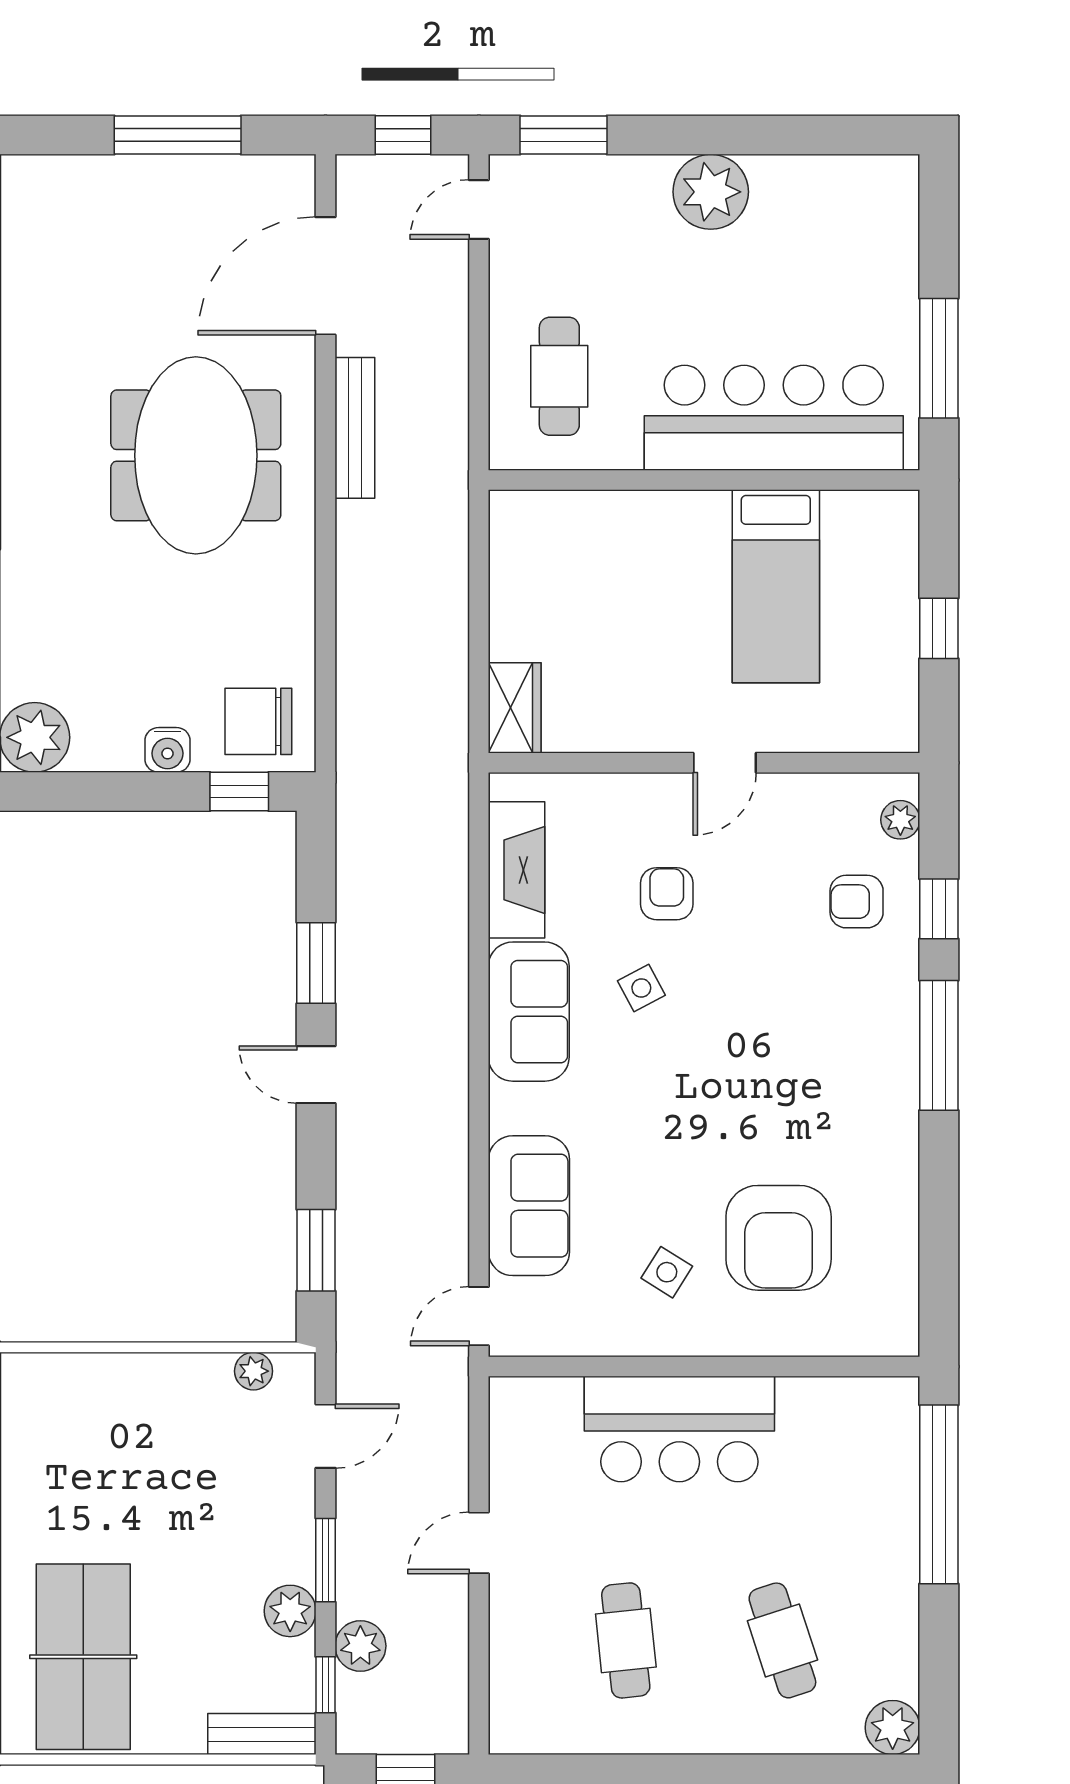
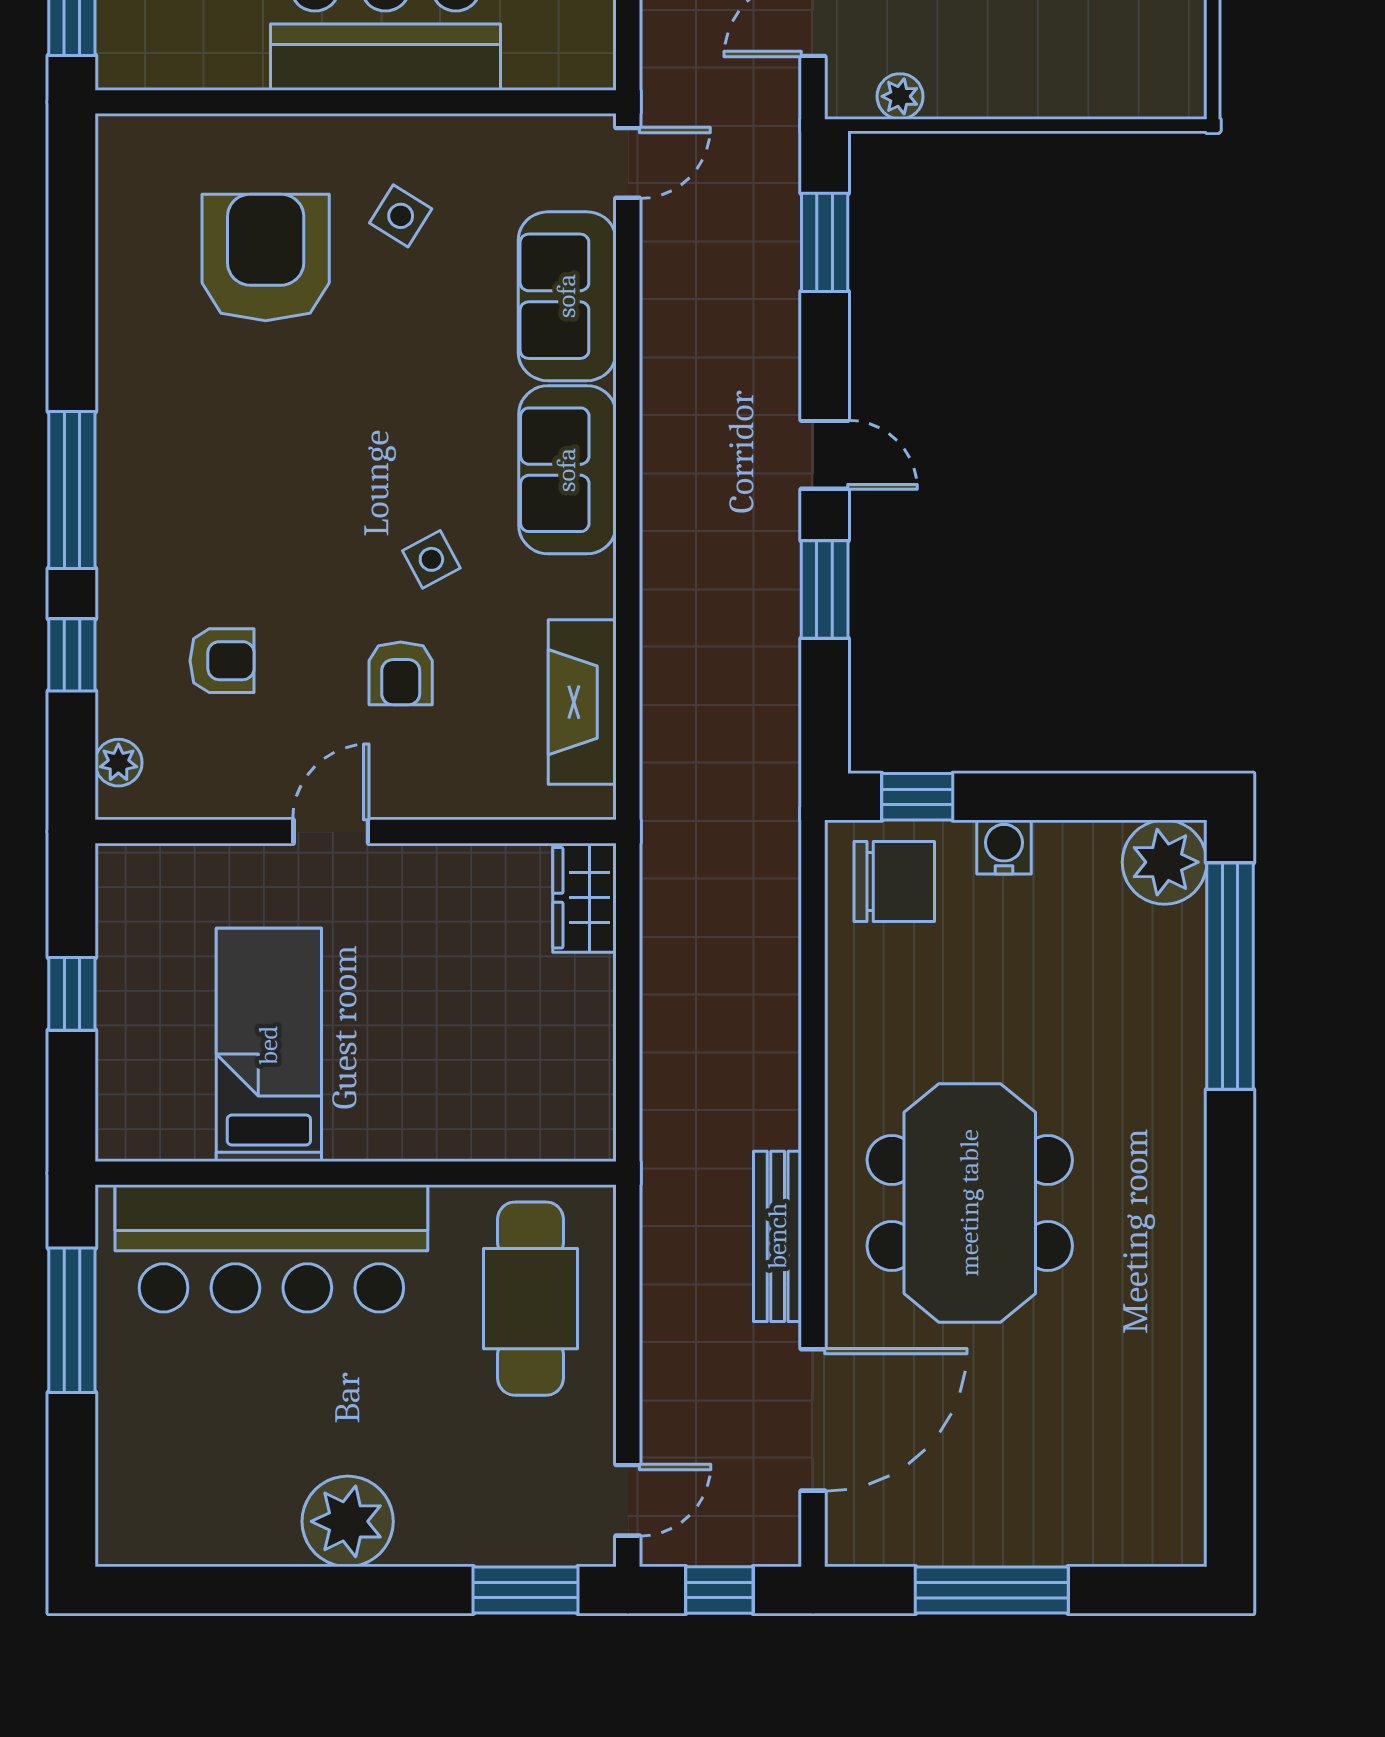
cafe table: (559, 376) -> (531, 1299), width x1.37, depth x1.35
armchair: (857, 902) -> (222, 661), moved
sofa: (529, 1012) -> (567, 470), moved

